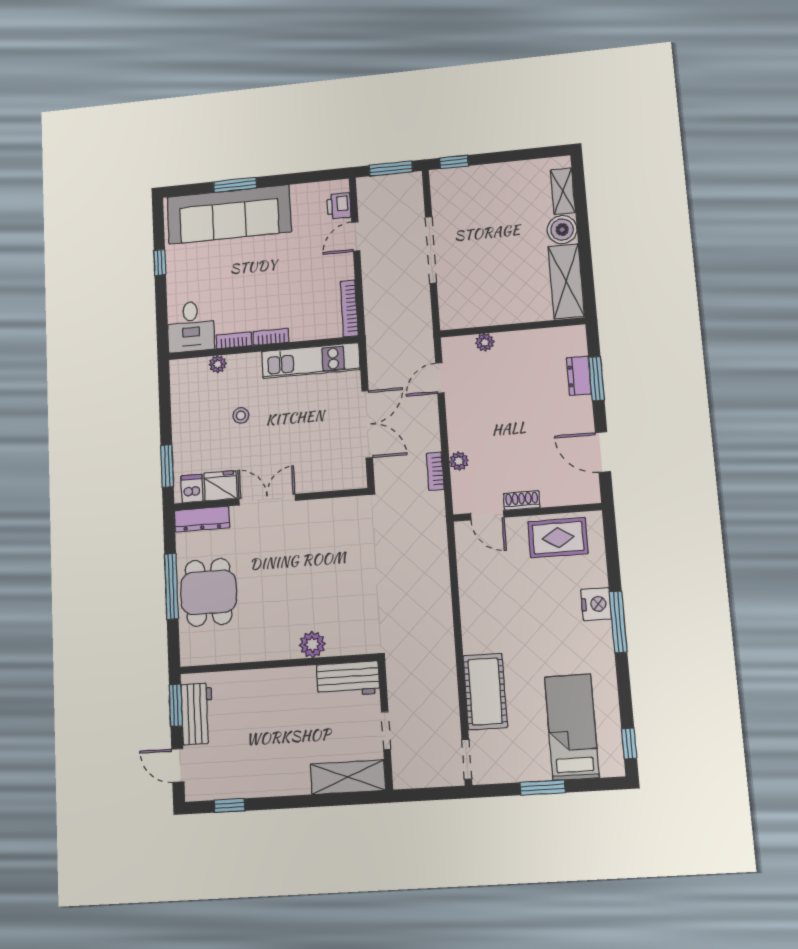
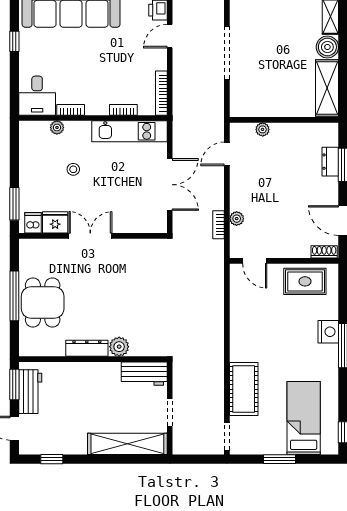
bookcase: (271, 337) -> (123, 110), moved
shoe rack: (522, 501) -> (324, 252), moved
dresser: (202, 519) -> (87, 348), moved, turned 180
shelving: (348, 777) -> (127, 444), width x1.47

